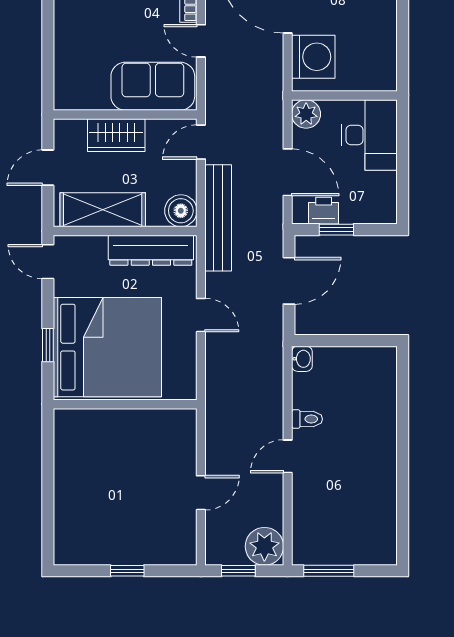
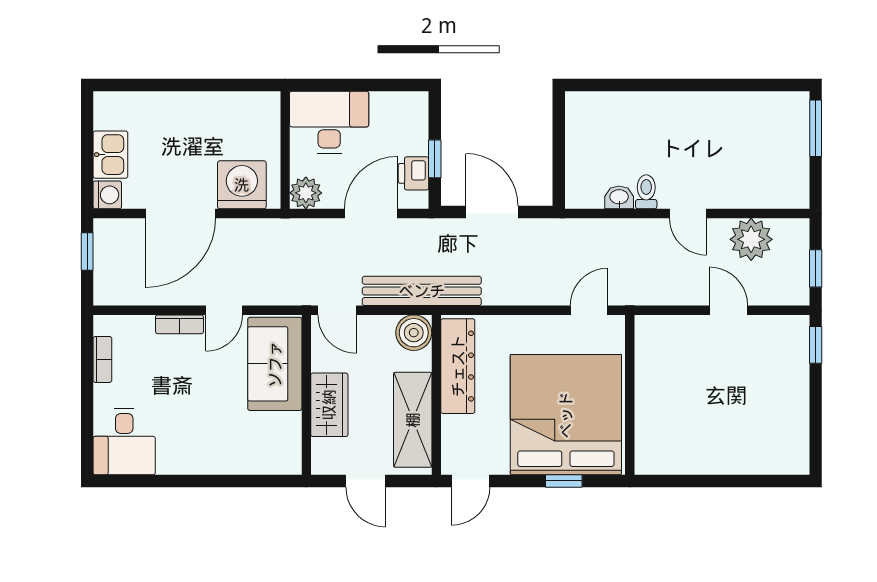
door: (201, 315) -> (589, 310), moved
washbasin: (302, 359) -> (619, 197), moved
plant: (264, 546) -> (751, 239), moved
window: (127, 571) -> (816, 345), moved
window: (329, 571) -> (816, 128), moved

